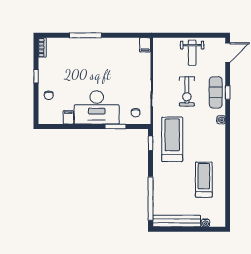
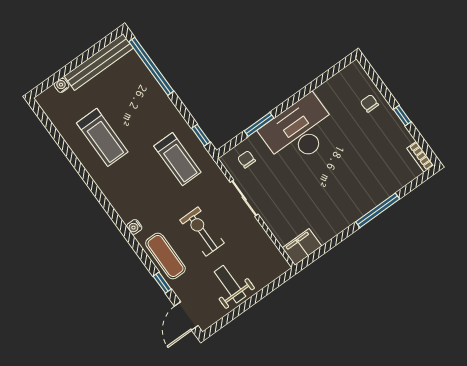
filing cabinet: (145, 45) -> (302, 247), width x2.00
window: (228, 93) -> (162, 283), moved
filing cabinet: (68, 117) -> (326, 94), removed
treadmill: (172, 139) -> (177, 159), width x0.73, depth x0.73

